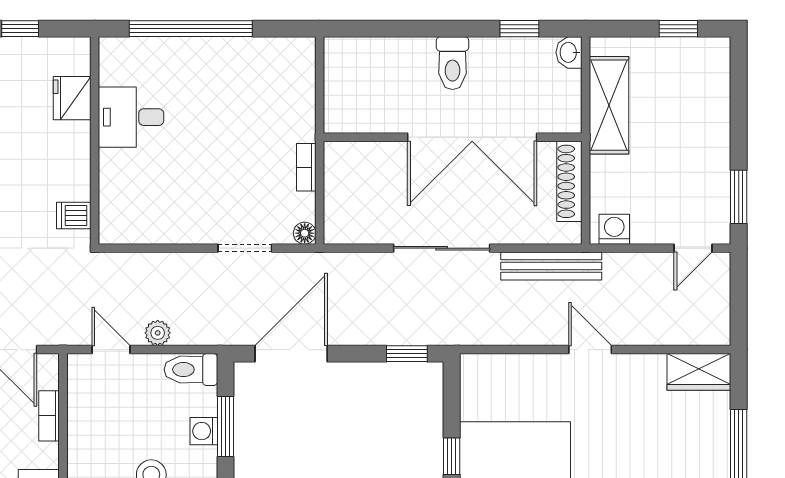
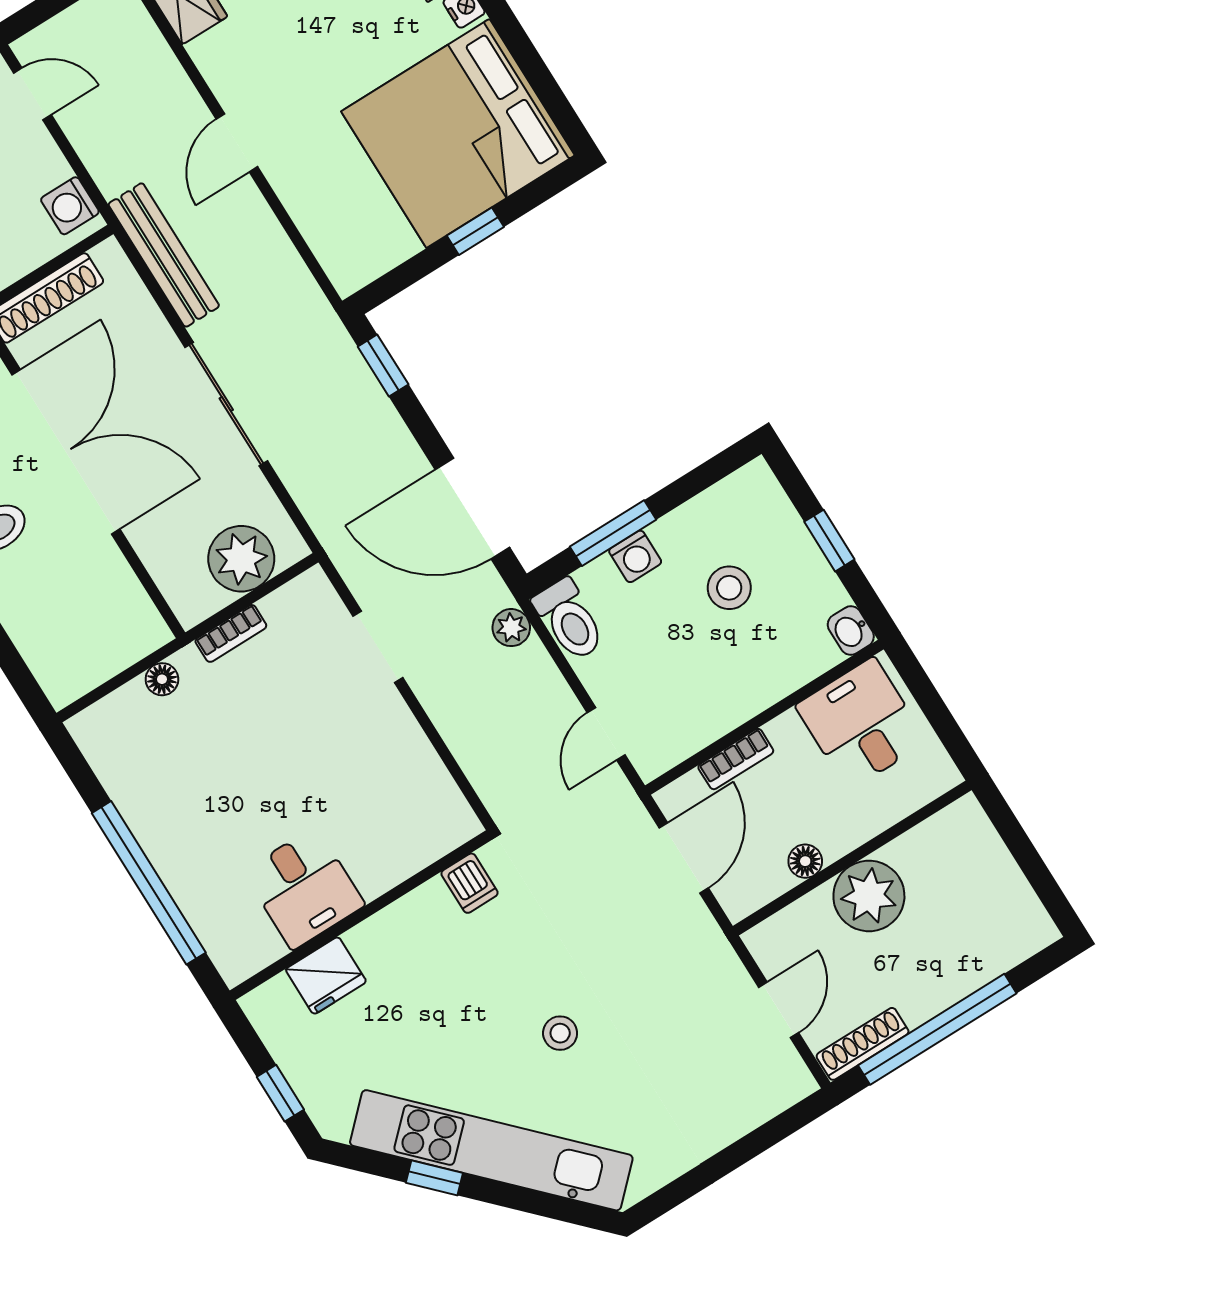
plant: (346, 201) -> (241, 559), added
floor lamp: (305, 233) -> (162, 679), moved
plant: (158, 333) -> (511, 628), moved

